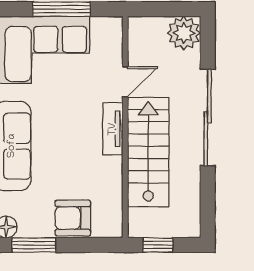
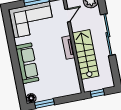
door: (125, 82) -> (68, 15), moved
armchair: (73, 218) -> (59, 89), removed

